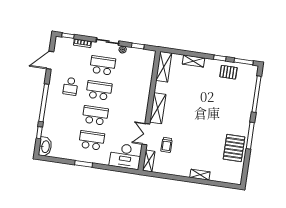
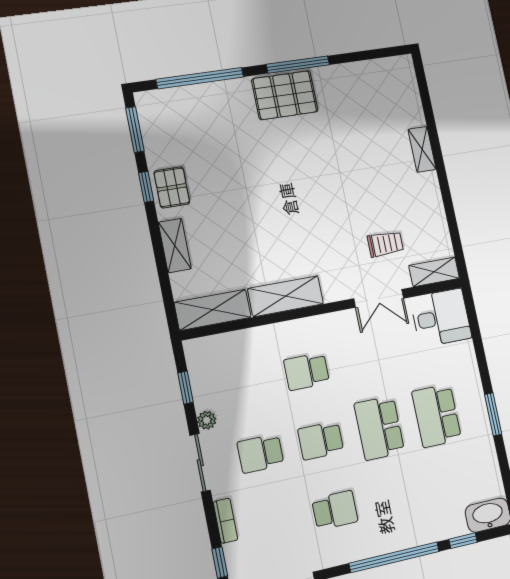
school desk: (103, 65) -> (261, 453), width x0.54
pallet: (228, 72) -> (172, 187), moved
school desk: (99, 90) -> (321, 441), width x0.54
school desk: (127, 95) -> (307, 371), added
shelving: (158, 108) -> (286, 296), moved
pallet: (234, 148) -> (285, 95), moved
desk: (125, 156) -> (441, 318), width x0.73

